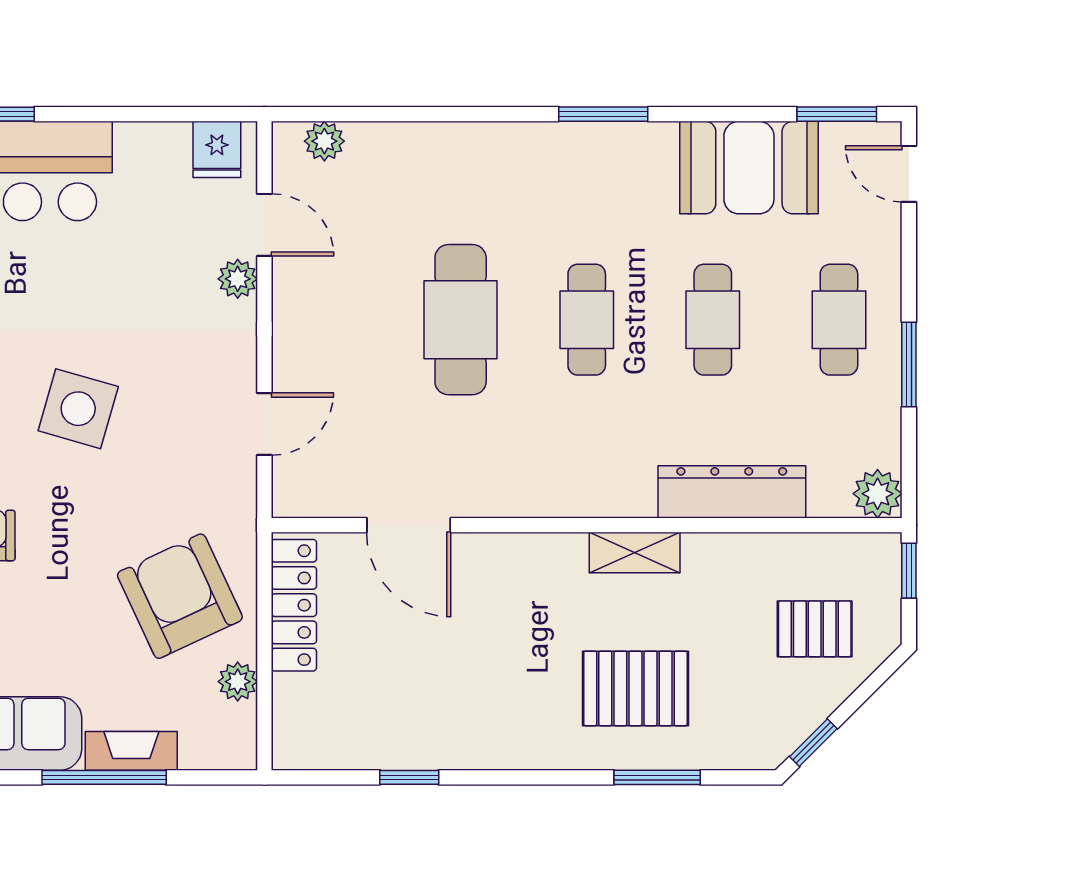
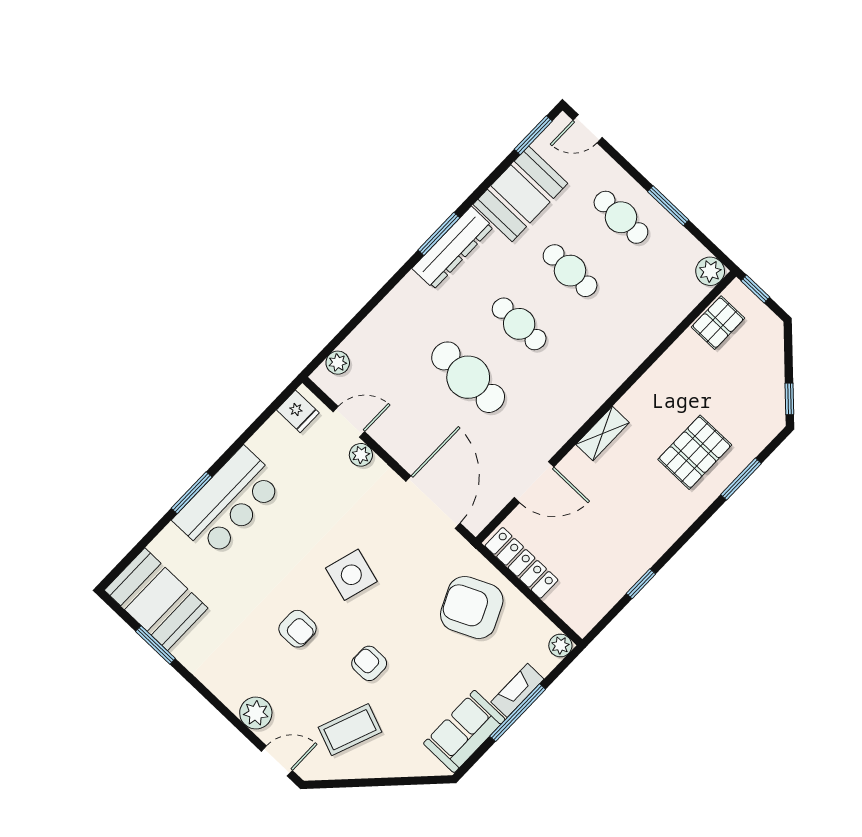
door: (264, 424) -> (433, 502), width x1.88
dresser: (732, 492) -> (453, 248), moved, turned 180
shelving: (635, 553) -> (603, 434), moved
pallet: (815, 629) -> (718, 323), moved
plant: (238, 682) -> (560, 645), moved

